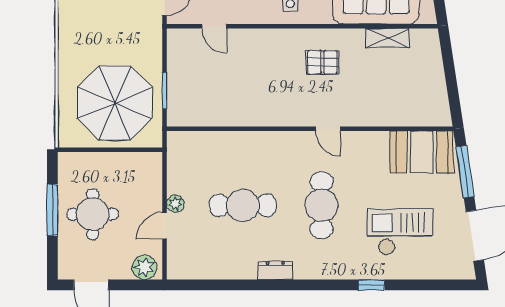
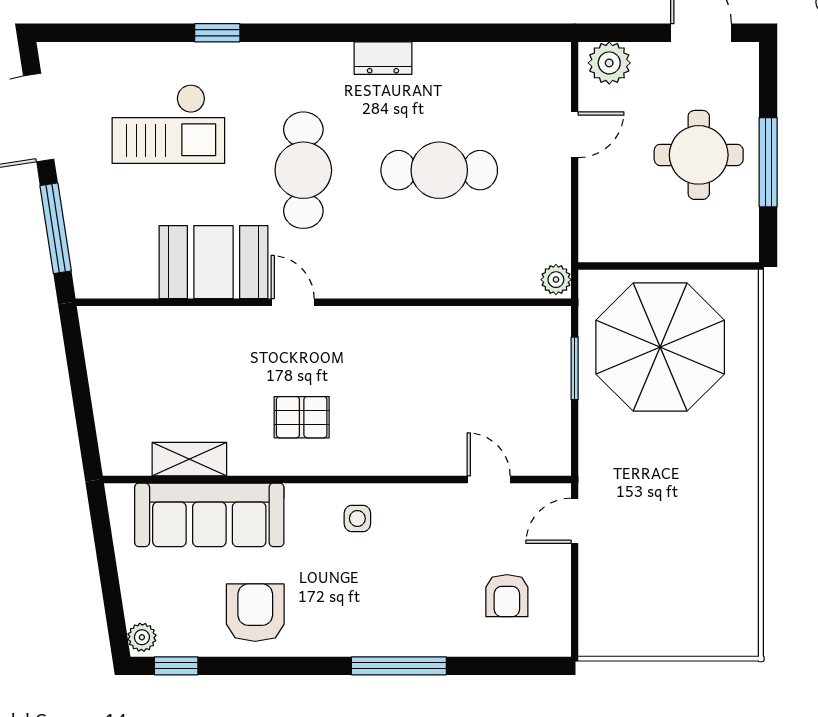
booth: (422, 152) -> (213, 262), moved
plant: (175, 204) -> (556, 280), moved

